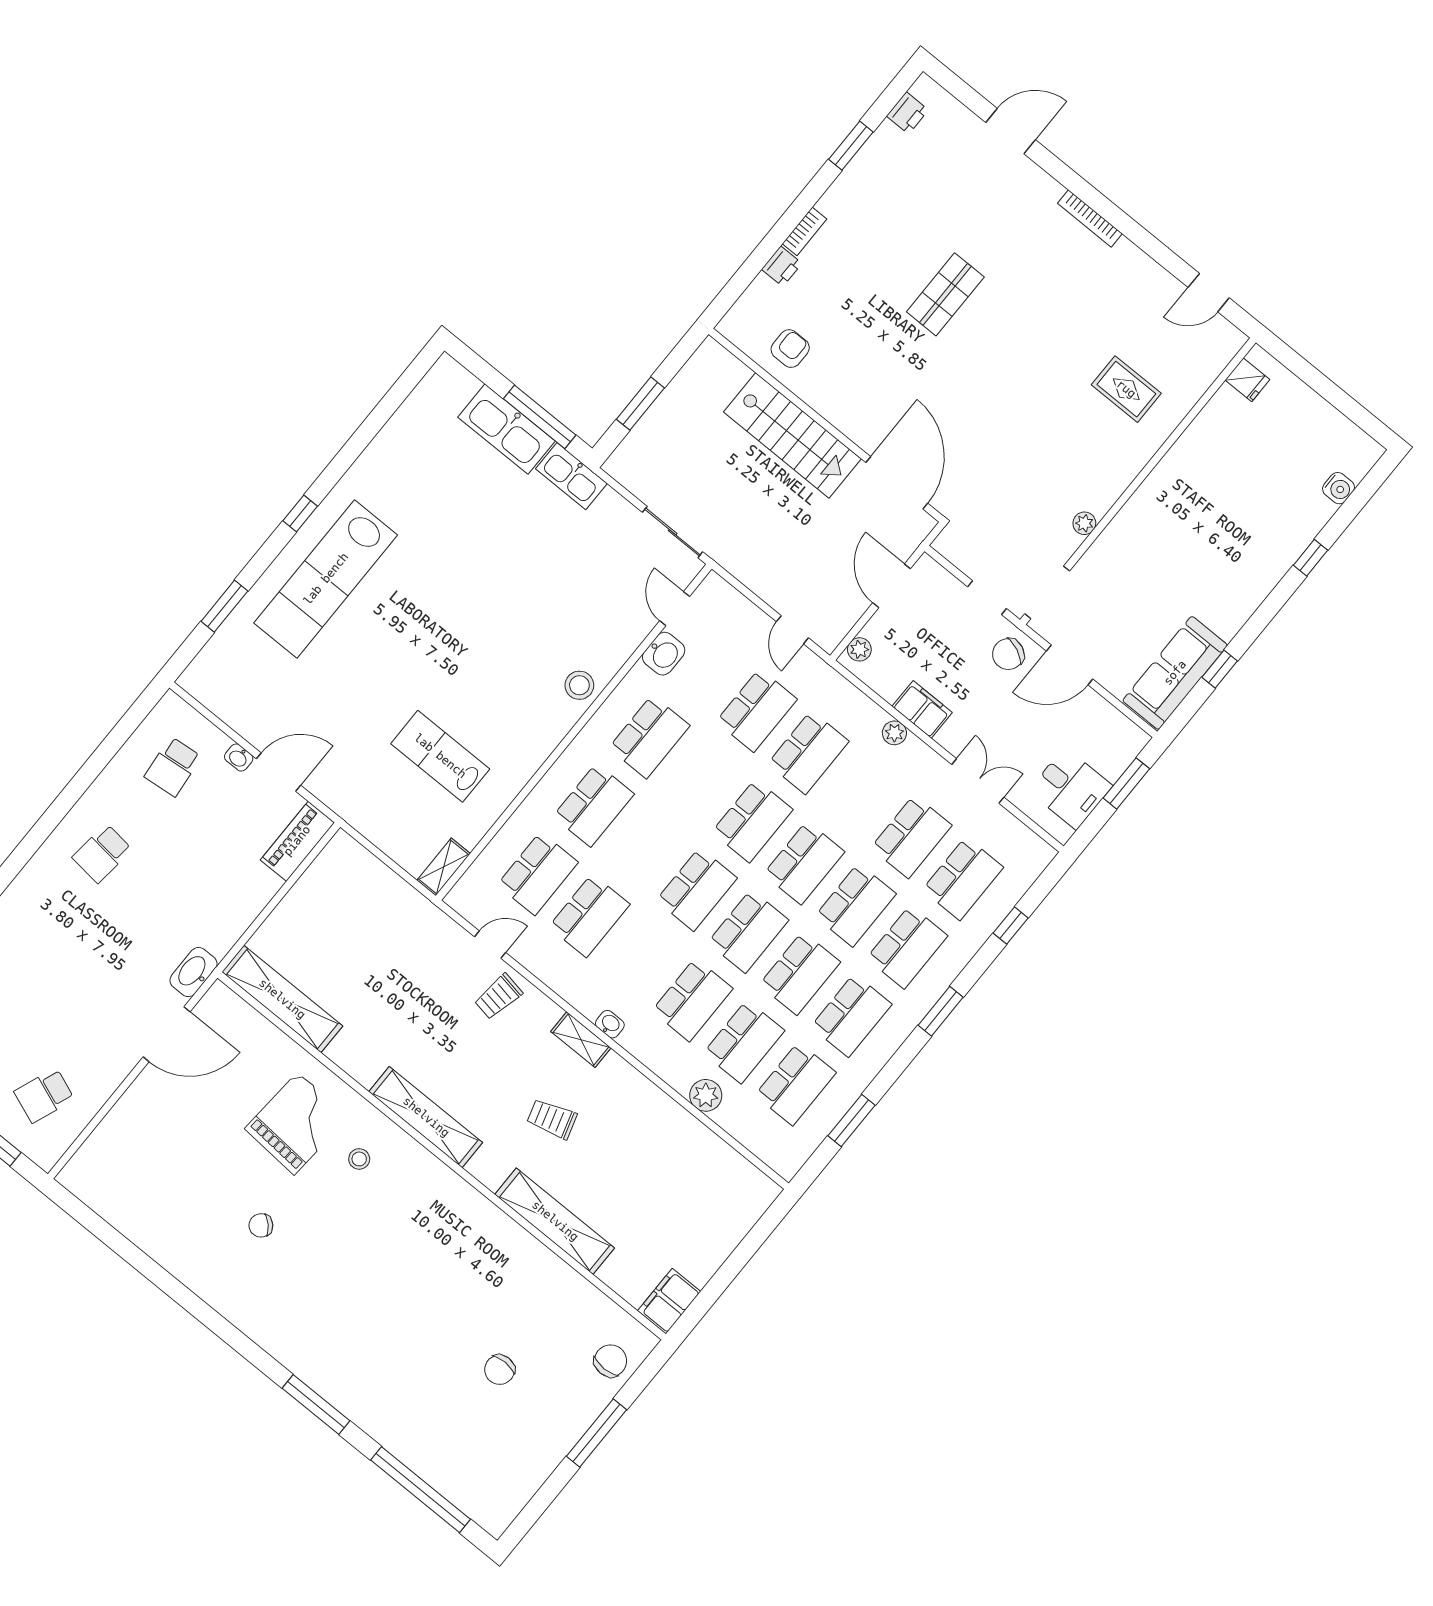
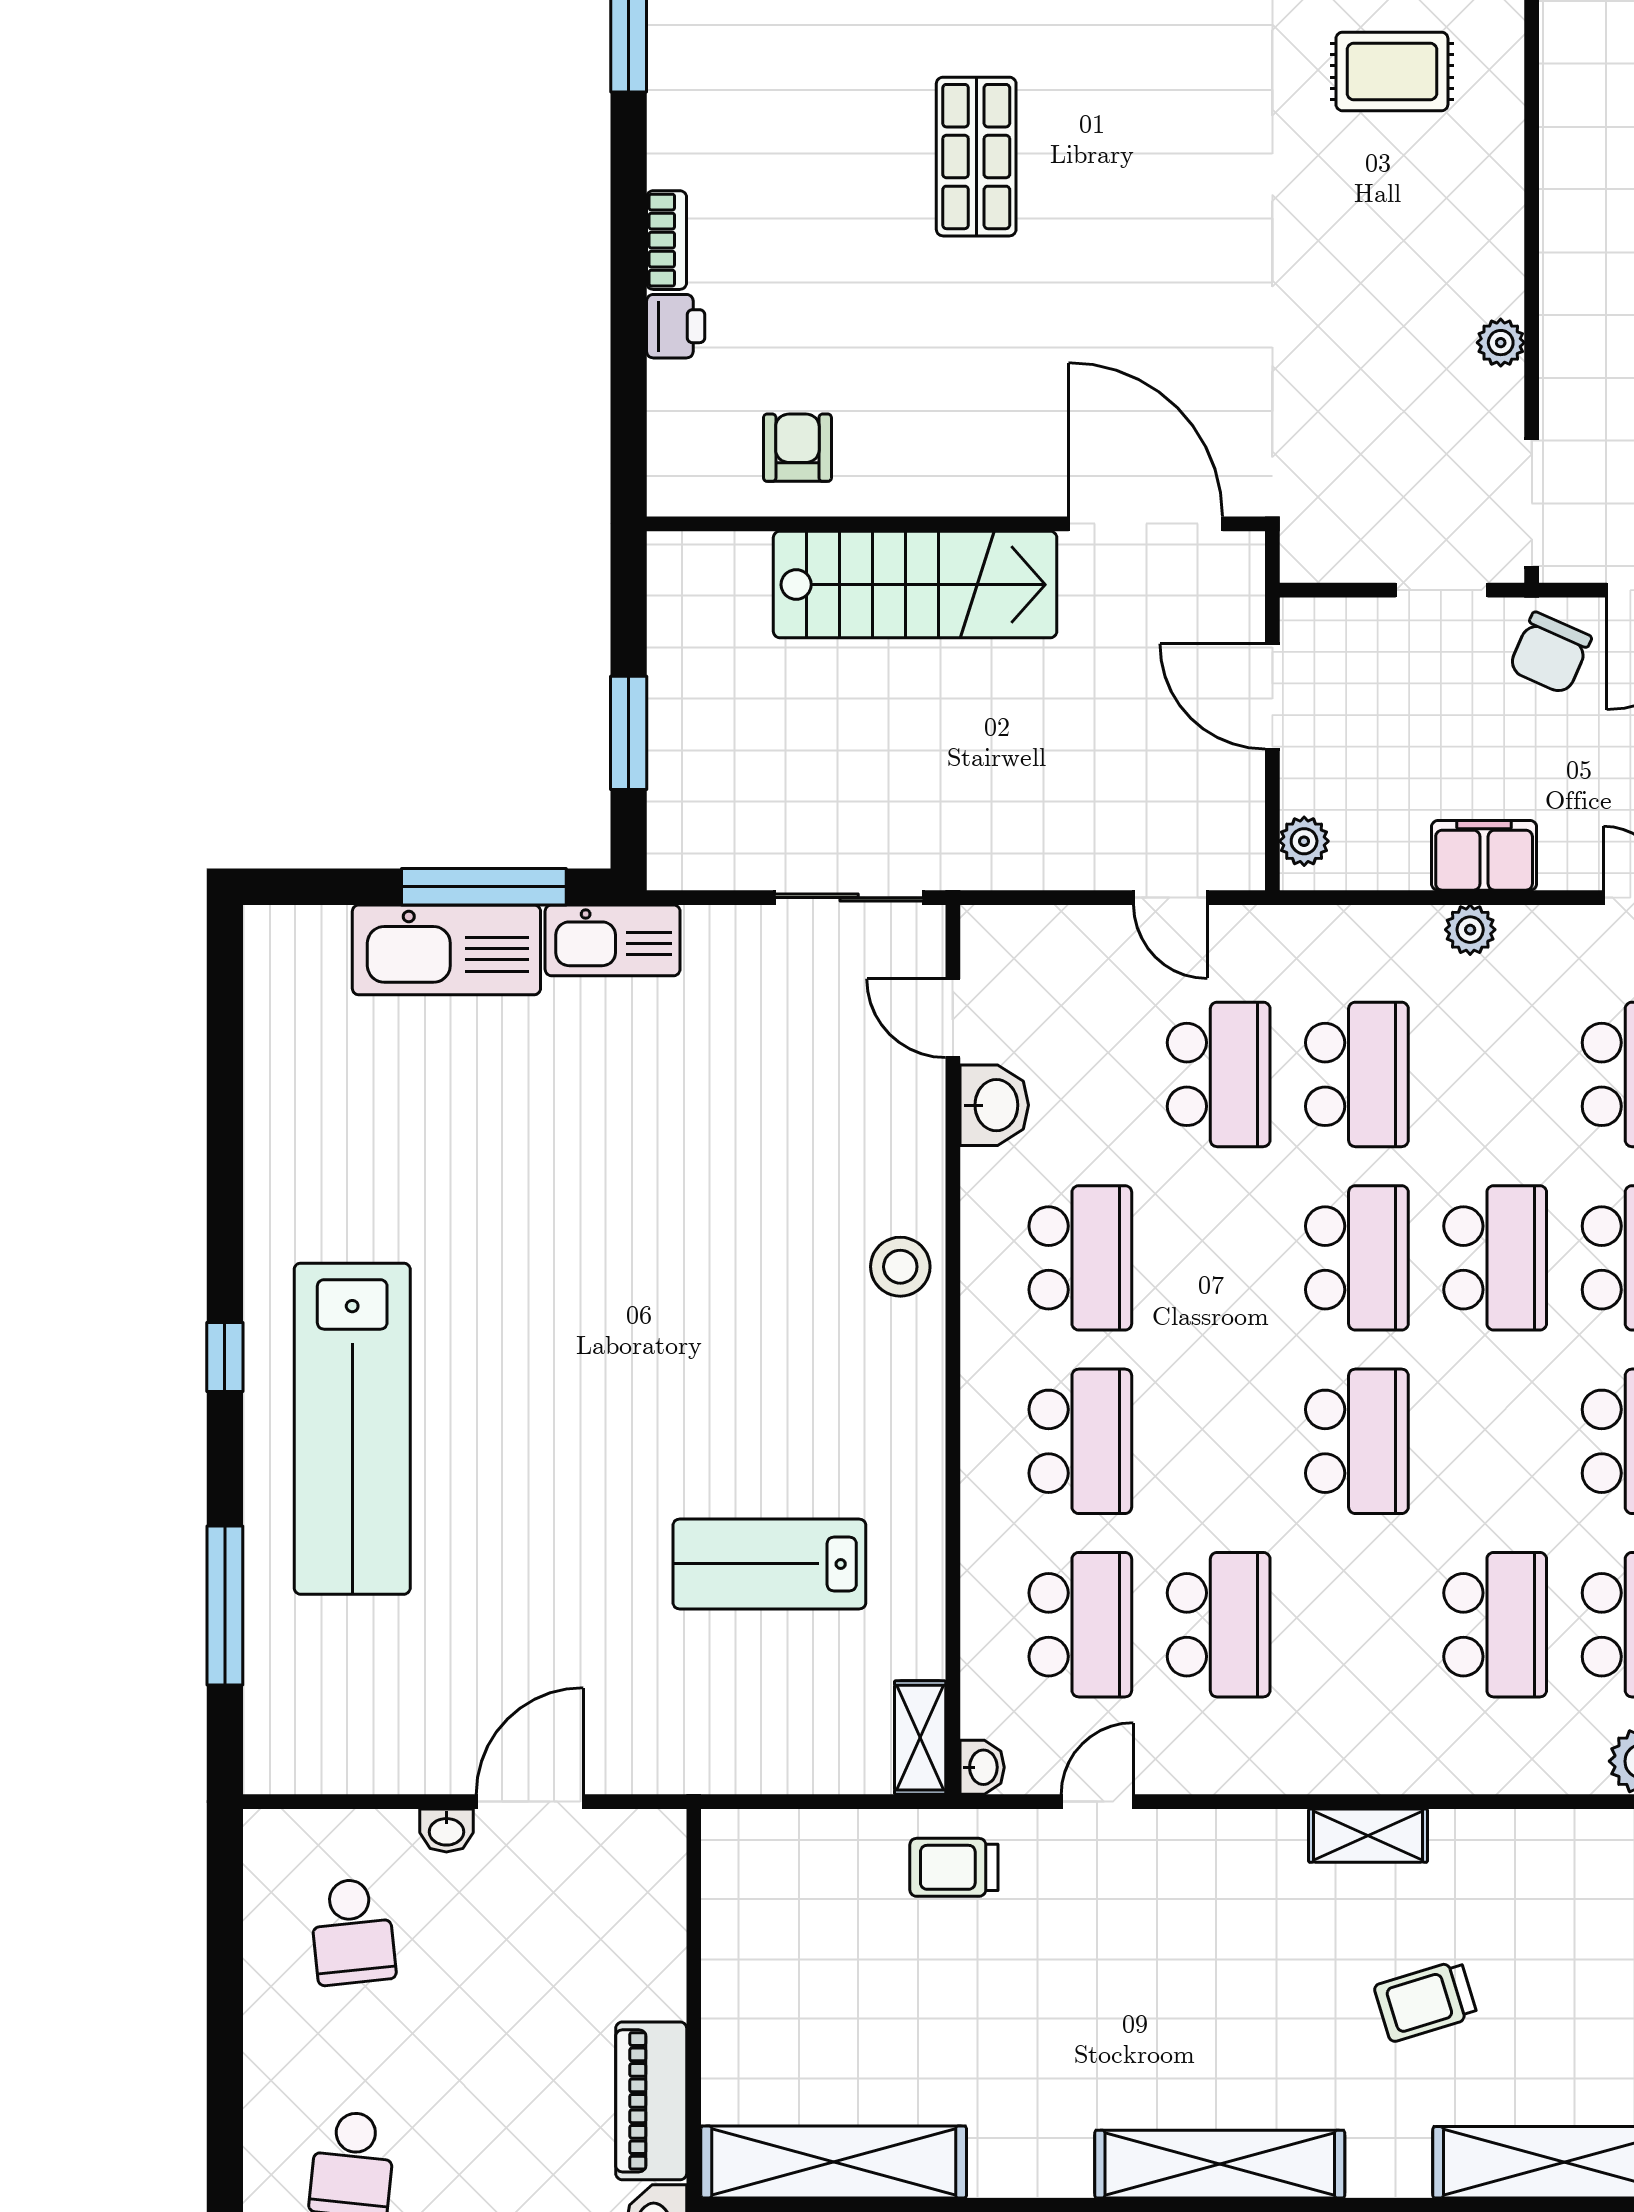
window: (224, 606) -> (225, 1605), width x1.44
piano: (297, 841) -> (651, 2101), moved
school desk: (748, 931) -> (1495, 1441), removed
trolley: (498, 997) -> (954, 1867), moved, turned 80
washbasin: (610, 1024) -> (982, 1767), moved, turned 90

